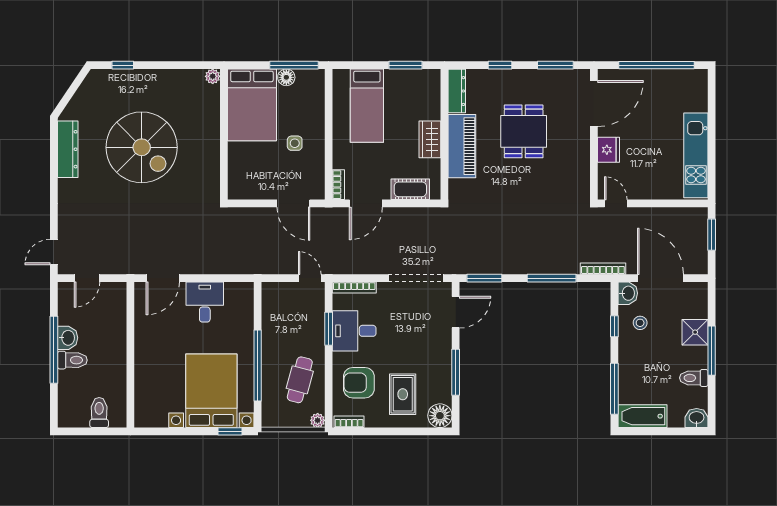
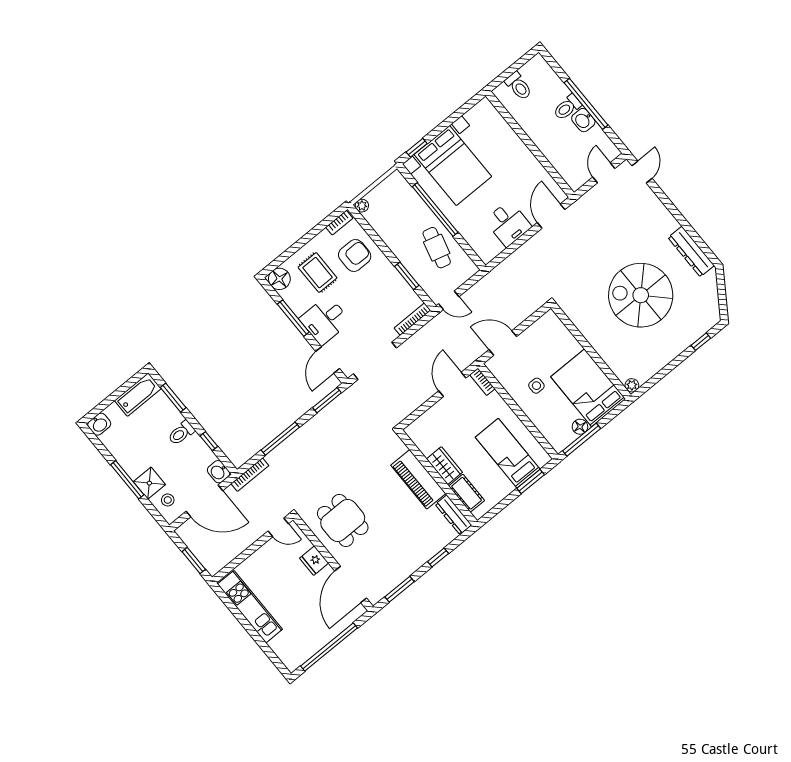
window: (406, 65) -> (531, 481), moved
dining table: (524, 131) -> (343, 520), moved
cot: (410, 189) -> (467, 493), moved, turned 90
stool: (640, 323) -> (168, 500), moved
desk: (354, 331) -> (325, 320), moved, turned 180
toilet: (694, 378) -> (181, 433), moved, turned 180
cafe table: (300, 380) -> (437, 248), moved
window: (614, 389) -> (173, 398), width x0.69

